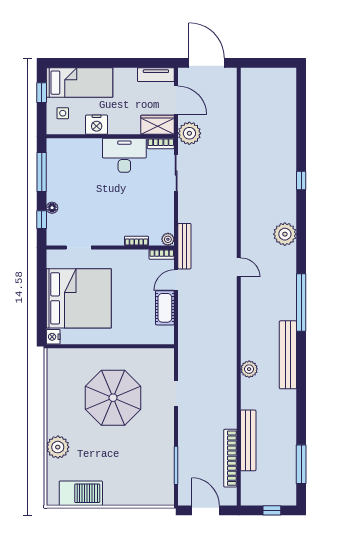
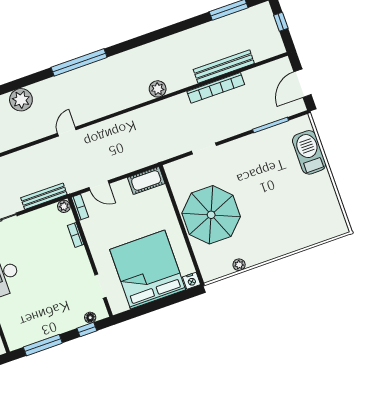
floor lamp: (52, 208) -> (90, 318), moved
bench: (184, 246) -> (44, 196), moved
cot: (165, 308) -> (146, 180), moved
bench: (288, 355) -> (132, 58), removed
parasol: (113, 398) -> (211, 215), moved
plant: (58, 447) -> (239, 265), moved, width x0.53, depth x0.53
bookcase: (230, 458) -> (216, 88), moved
barbecue: (81, 493) -> (309, 152), moved

